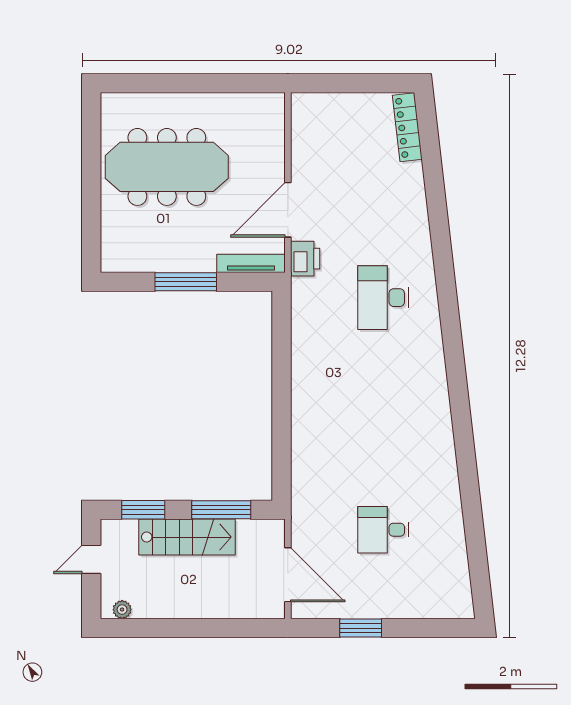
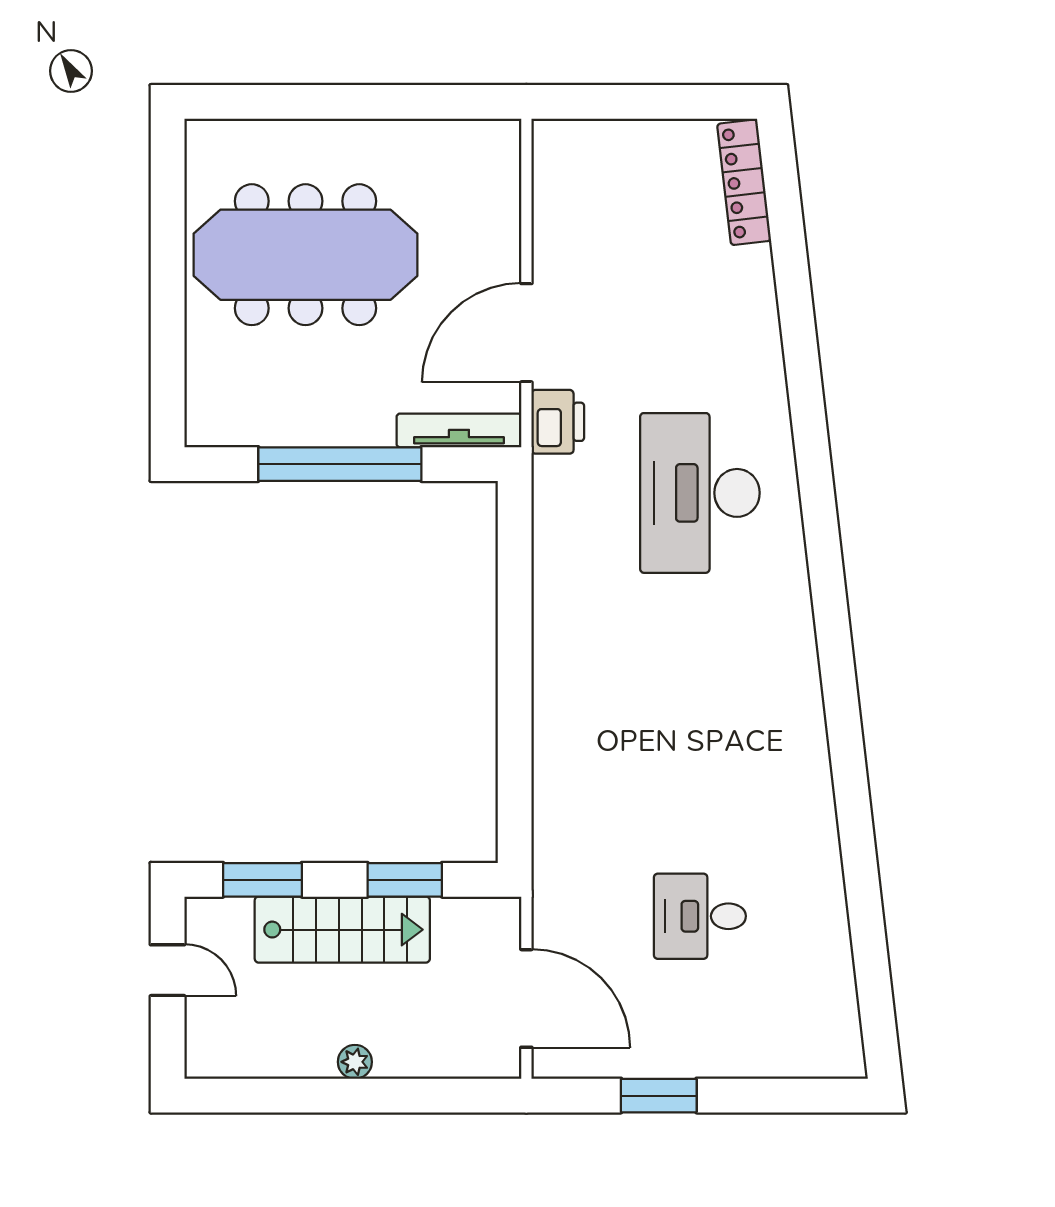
window: (186, 282) -> (340, 464), width x1.46
desk: (383, 298) -> (700, 493), width x1.36, depth x1.30
window: (221, 510) -> (405, 880), width x0.69
door: (91, 559) -> (168, 970), swing flipped
plant: (122, 610) -> (355, 1062), moved

